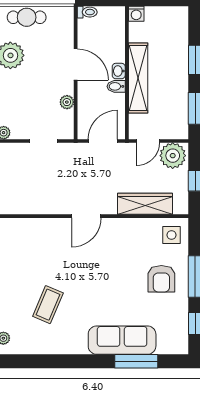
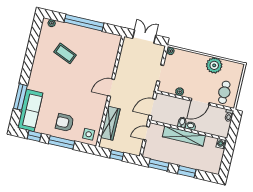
cafe table: (27, 17) -> (224, 92), moved
door: (103, 141) -> (152, 107), swing flipped
door: (148, 141) -> (146, 133), hinge flipped
plant: (173, 156) -> (134, 146), removed
door: (86, 216) -> (111, 88), hinge flipped
sofa: (122, 340) -> (30, 110), moved

